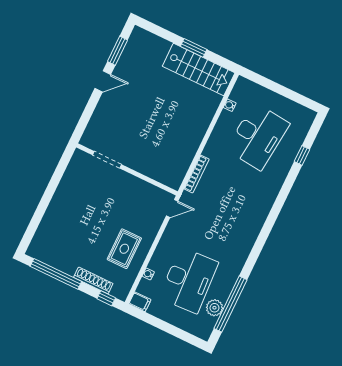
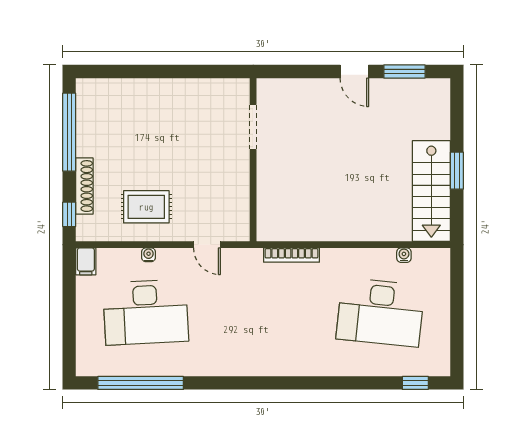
window: (302, 155) -> (415, 383), moved
door: (172, 208) -> (207, 245), moved
water cooler: (148, 274) -> (149, 255), moved
plant: (214, 308) -> (126, 364), removed

